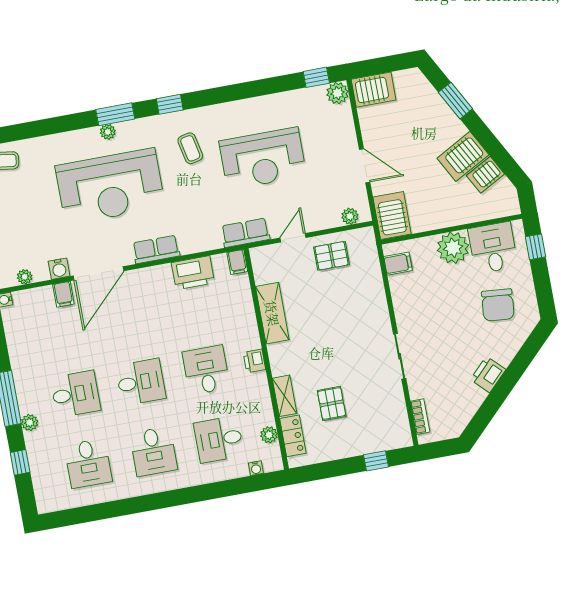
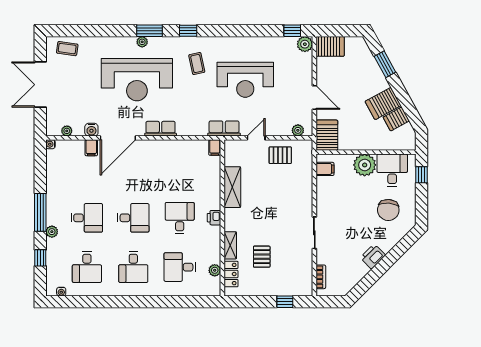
printer: (193, 273) -> (183, 149), removed
water cooler: (256, 468) -> (61, 292), moved

